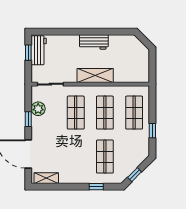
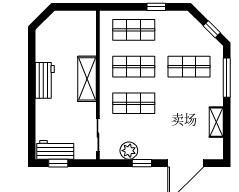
shelving: (46, 178) -> (216, 122), moved
window: (96, 187) -> (227, 78), width x2.17

